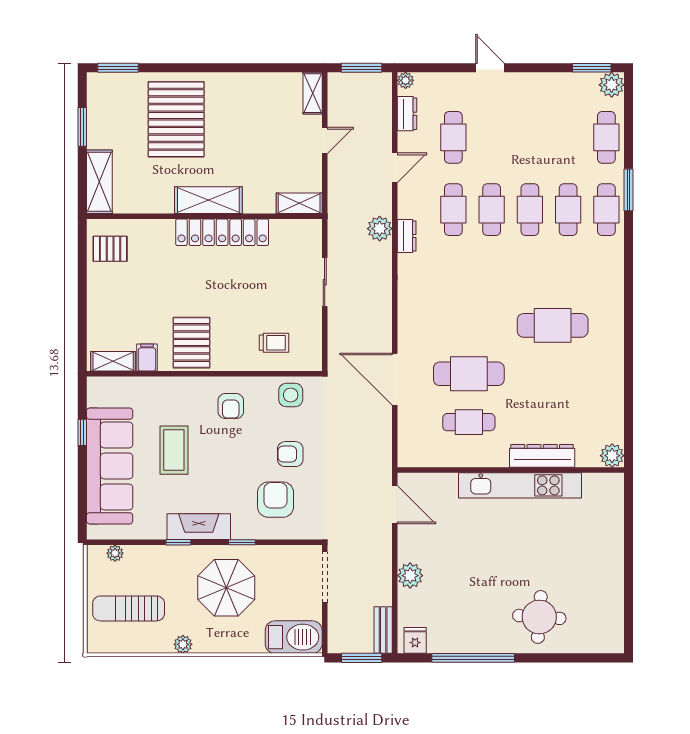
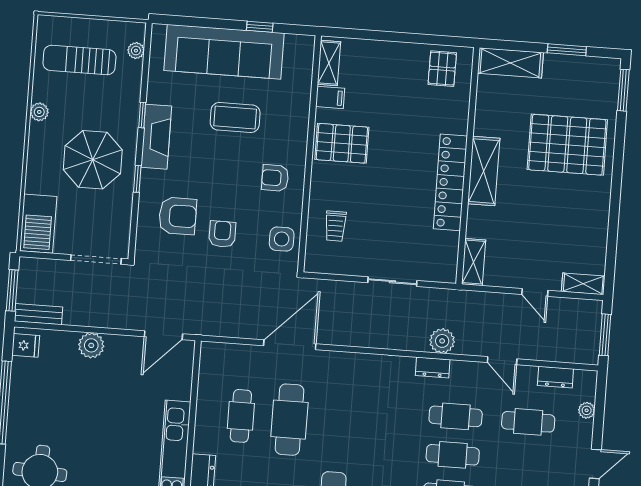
plant: (406, 80) -> (587, 410), moved
sun lounger: (129, 608) -> (79, 60), turned -90

